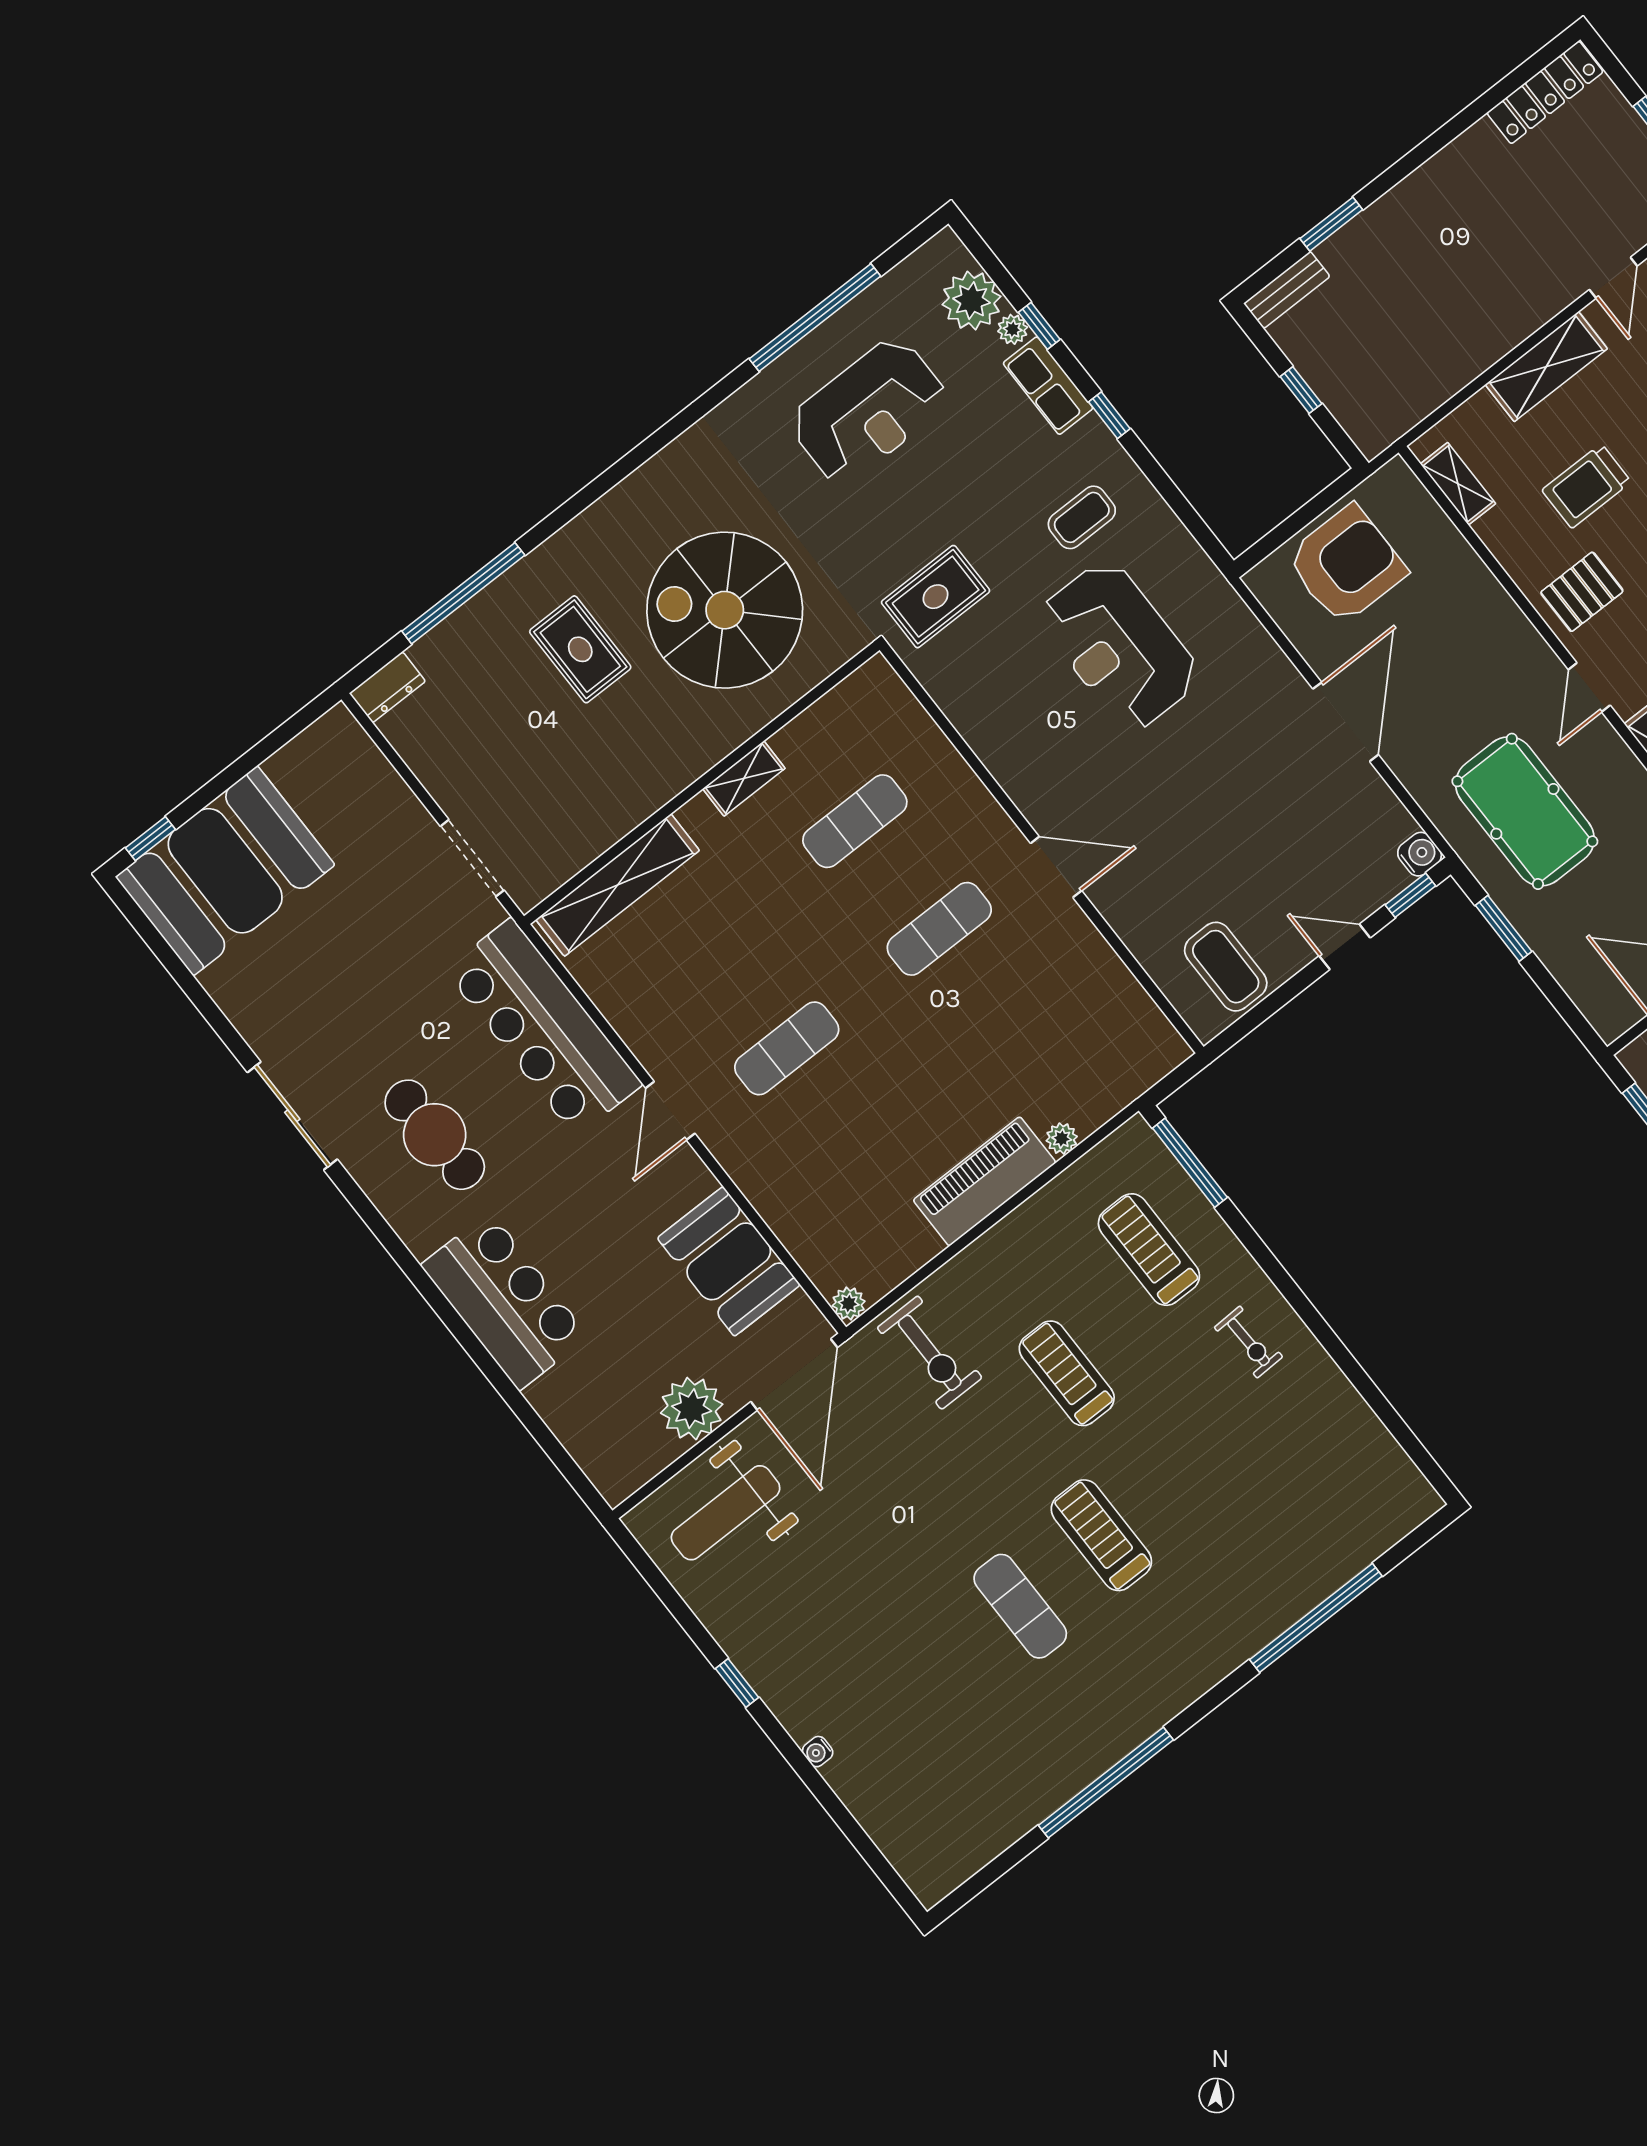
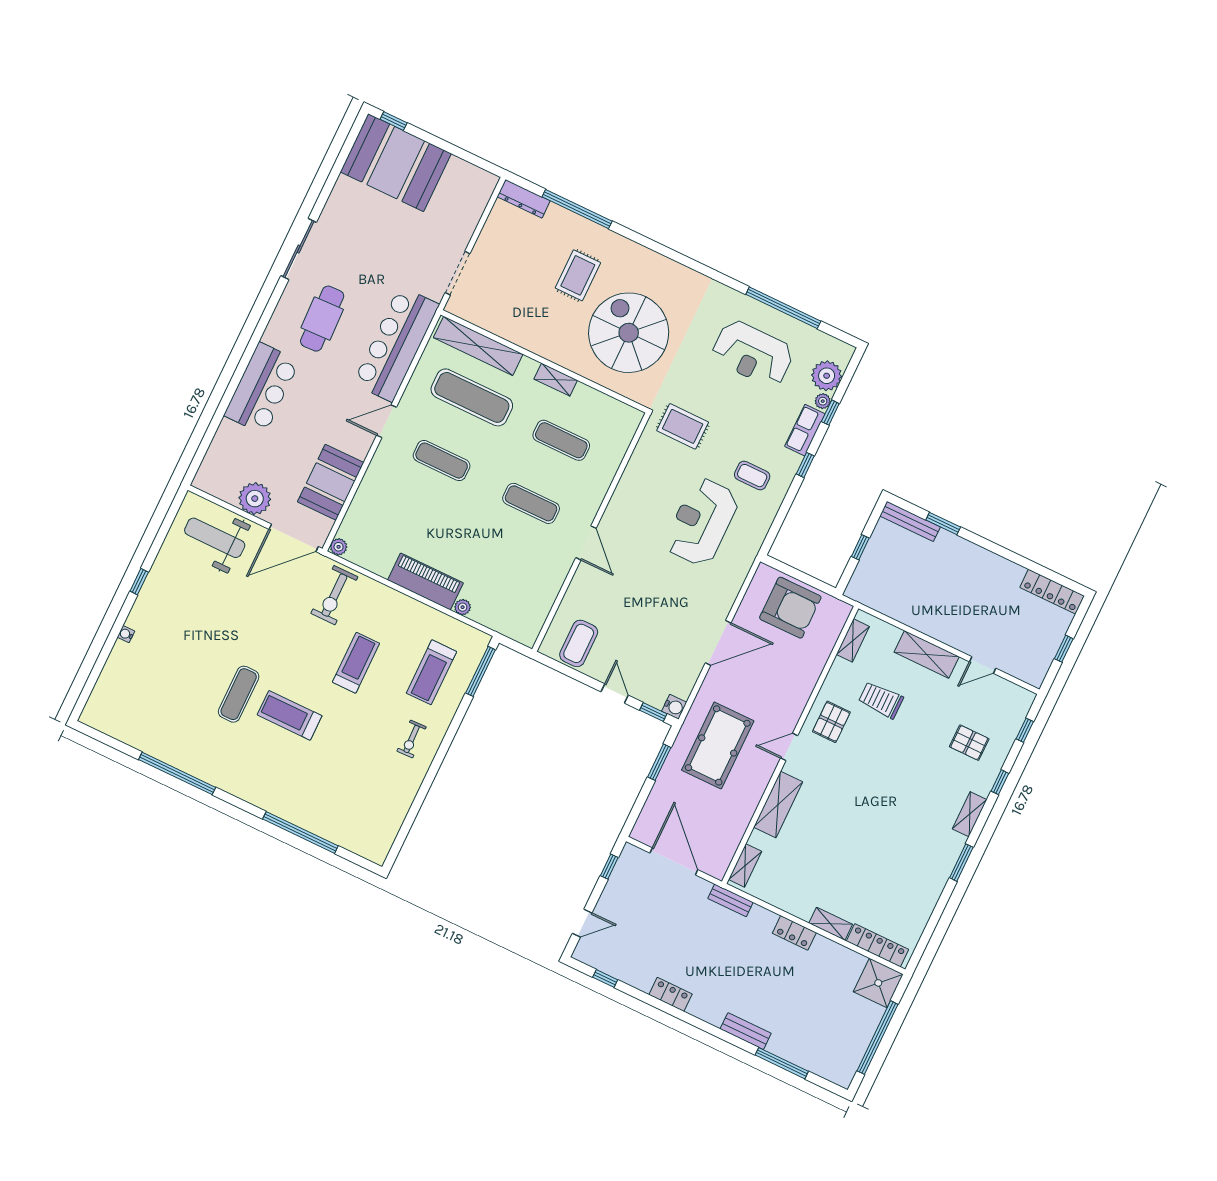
bench: (1287, 290) -> (910, 521), width x1.36
pallet: (1582, 592) -> (831, 722), turned 90
dresser: (387, 687) -> (524, 199), width x1.44
exercise mat: (702, 941) -> (472, 397), added
treadmill: (1149, 1250) -> (431, 672), turned 180
treadmill: (1101, 1535) -> (290, 715), turned -90

